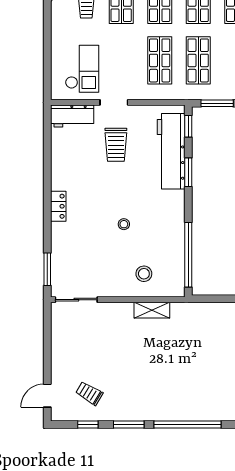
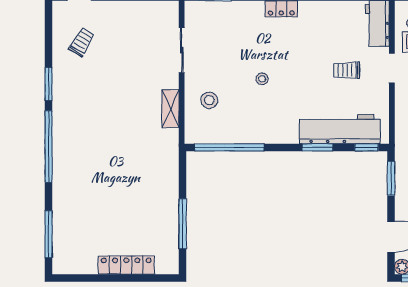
trolley: (116, 145) -> (347, 70), width x0.73, depth x0.72
sliding door: (76, 300) -> (182, 50), moved
window: (88, 425) -> (49, 40), removed

